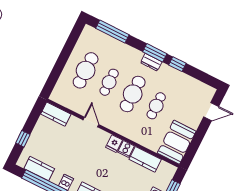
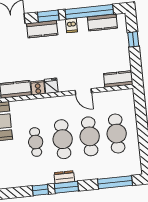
cafe table: (109, 82) -> (90, 136), width x1.37, depth x1.35

